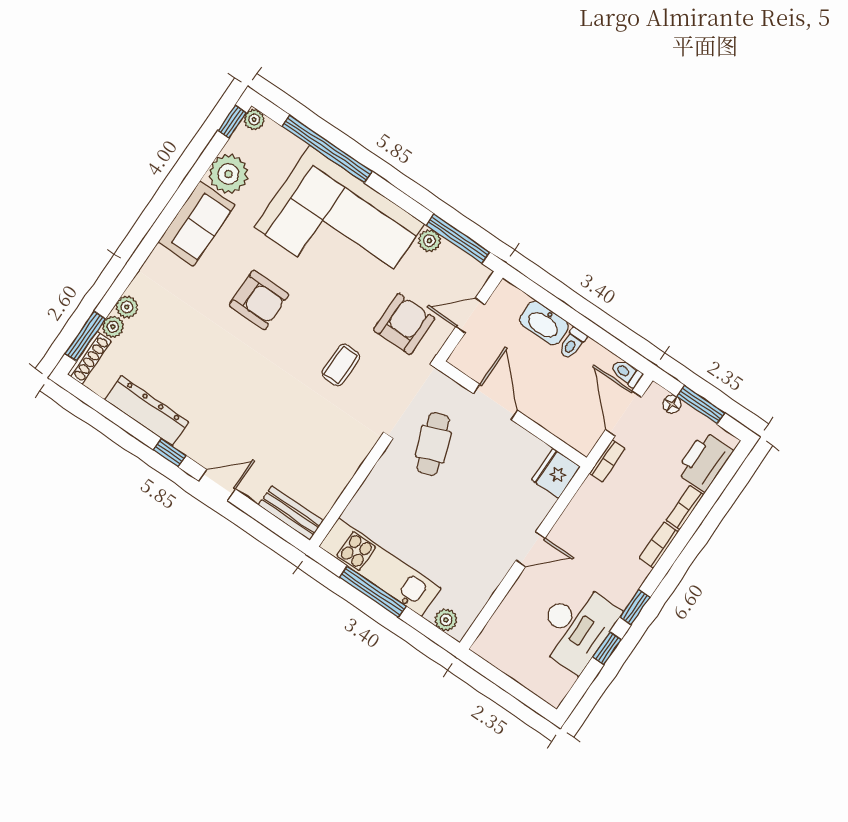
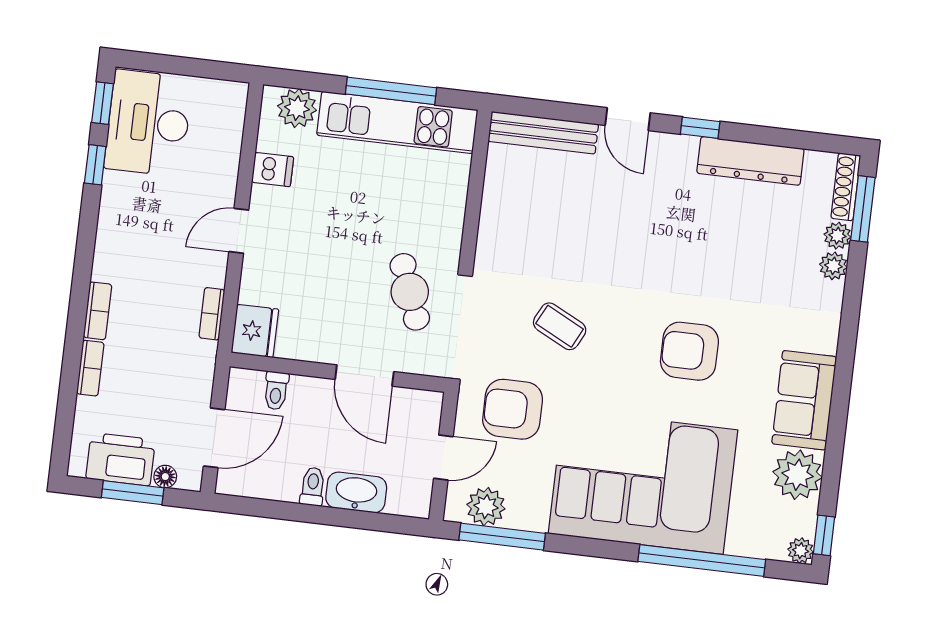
plant: (429, 241) -> (486, 507), moved, width x1.38, depth x1.38
armchair: (404, 324) -> (513, 409), turned 90
coffee table: (341, 365) -> (560, 326), turned -63
toilet: (627, 373) -> (276, 391), moved, turned 90
door: (624, 413) -> (214, 438), hinge flipped
bookcase: (607, 461) -> (212, 314), moved
printer: (704, 461) -> (121, 459), moved, turned -90
door: (217, 485) -> (628, 119), hinge flipped
bench: (291, 513) -> (543, 133), width x1.36
dishwasher: (484, 580) -> (273, 170), added
window: (635, 607) -> (103, 103), moved
plant: (446, 620) -> (297, 108), width x1.38, depth x1.38
desk: (576, 627) -> (148, 123), moved

